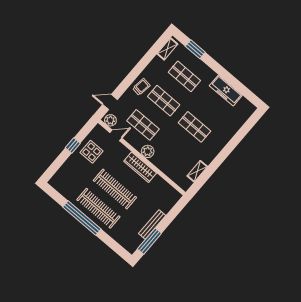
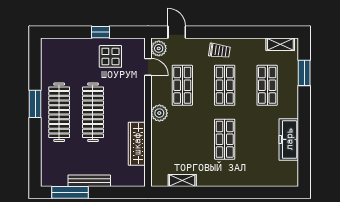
wardrobe: (140, 167) -> (137, 144), moved
window: (82, 218) -> (35, 104), width x0.47

